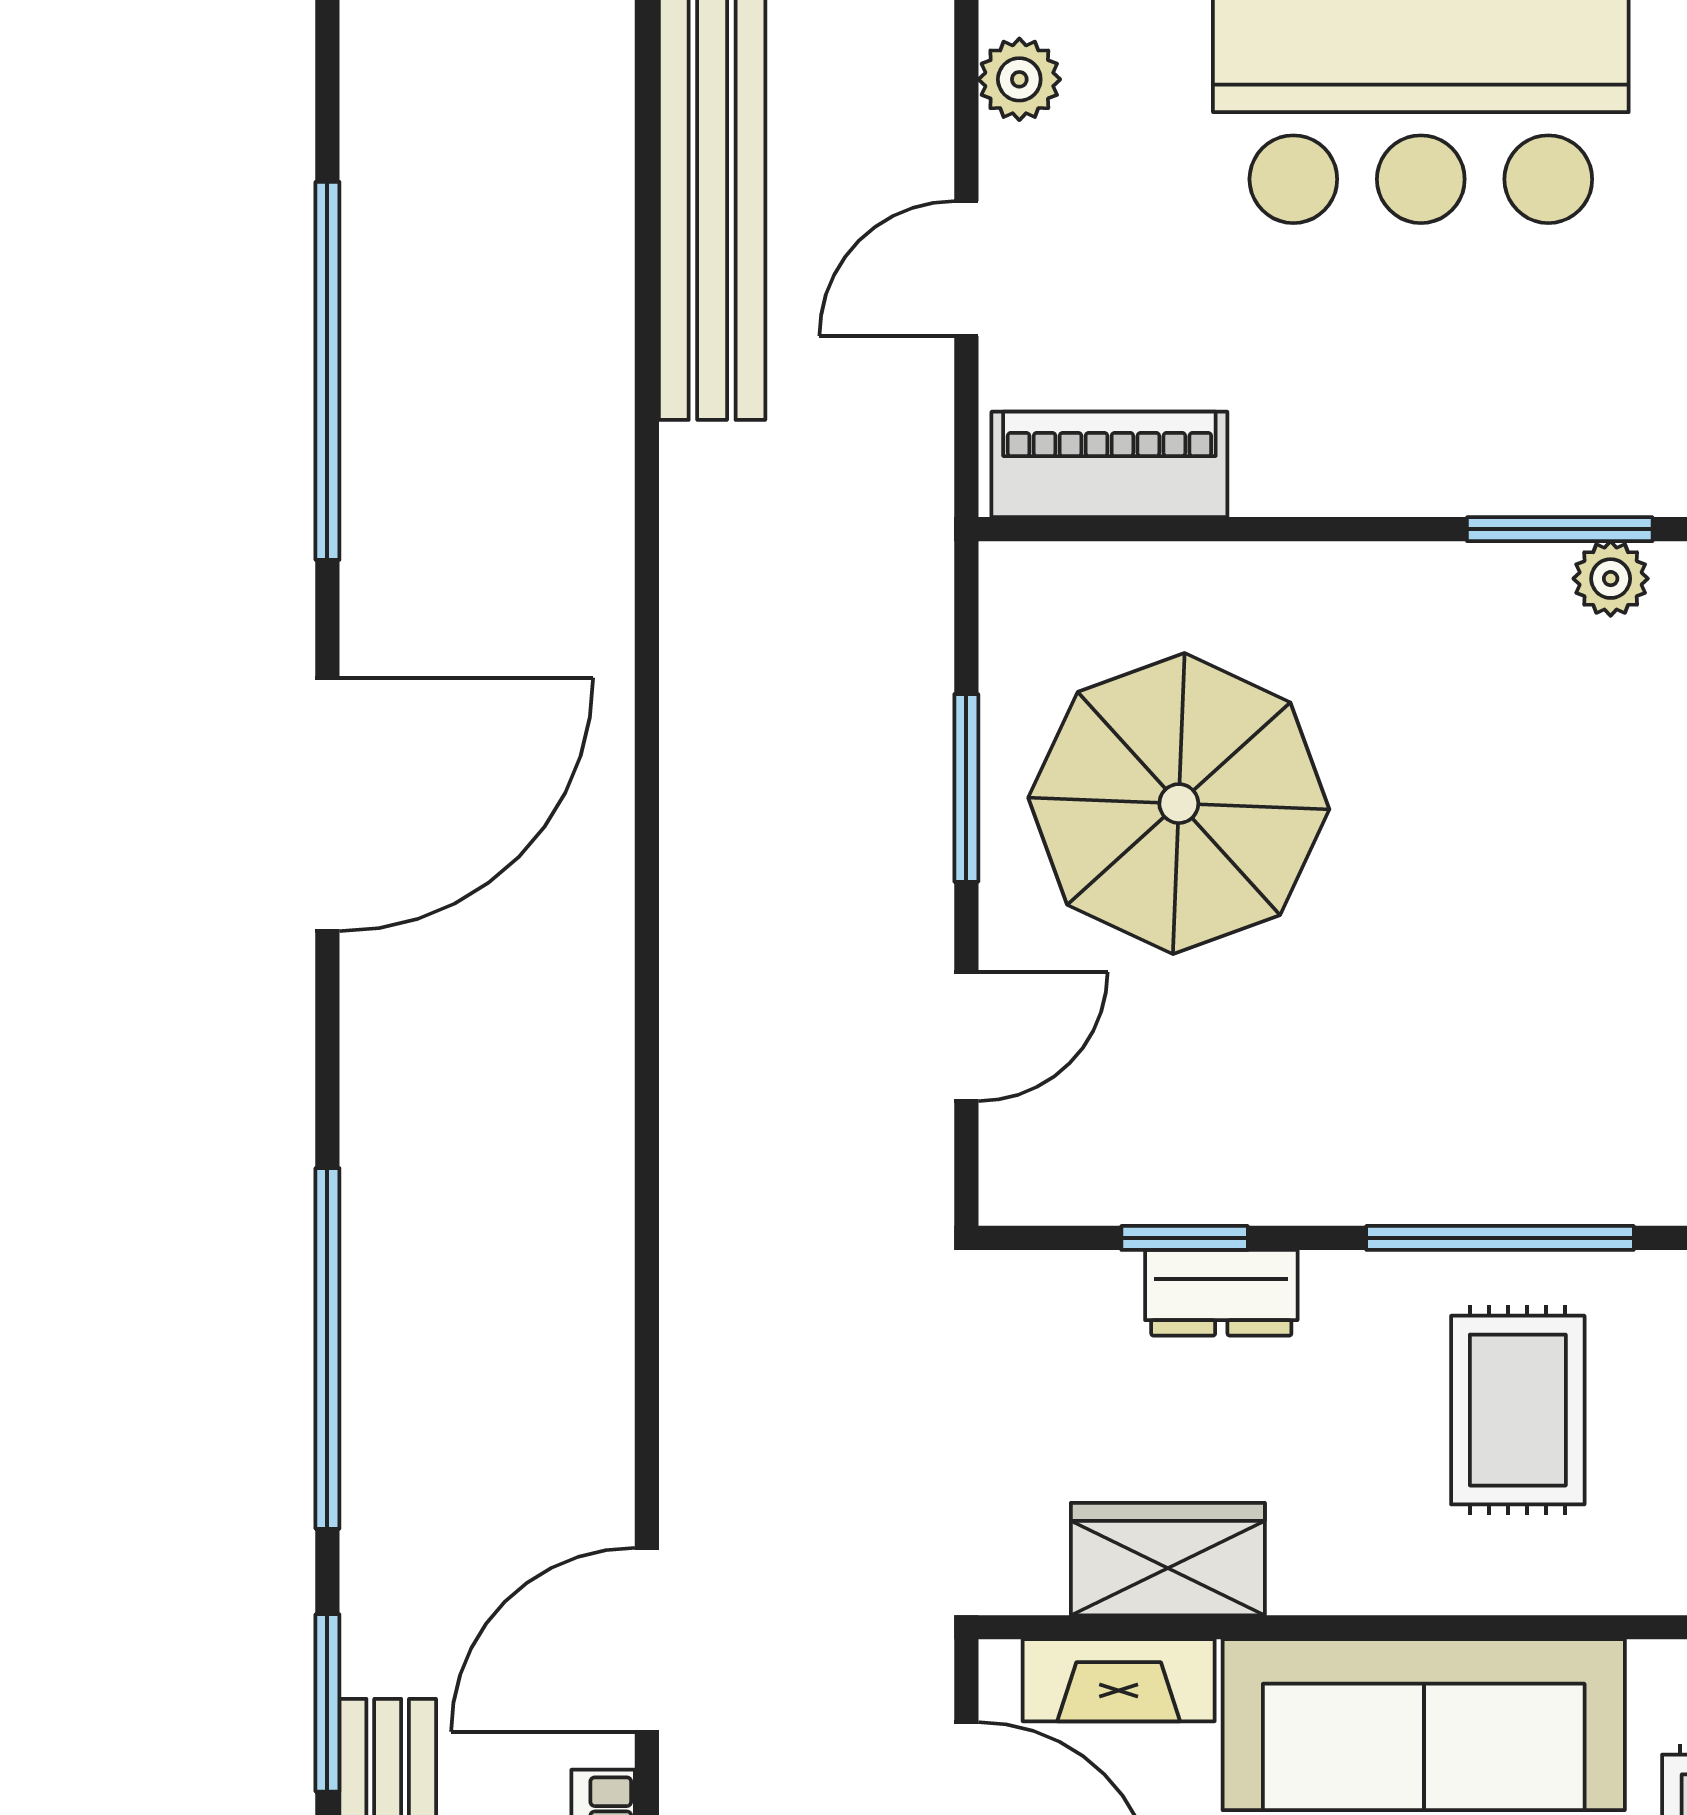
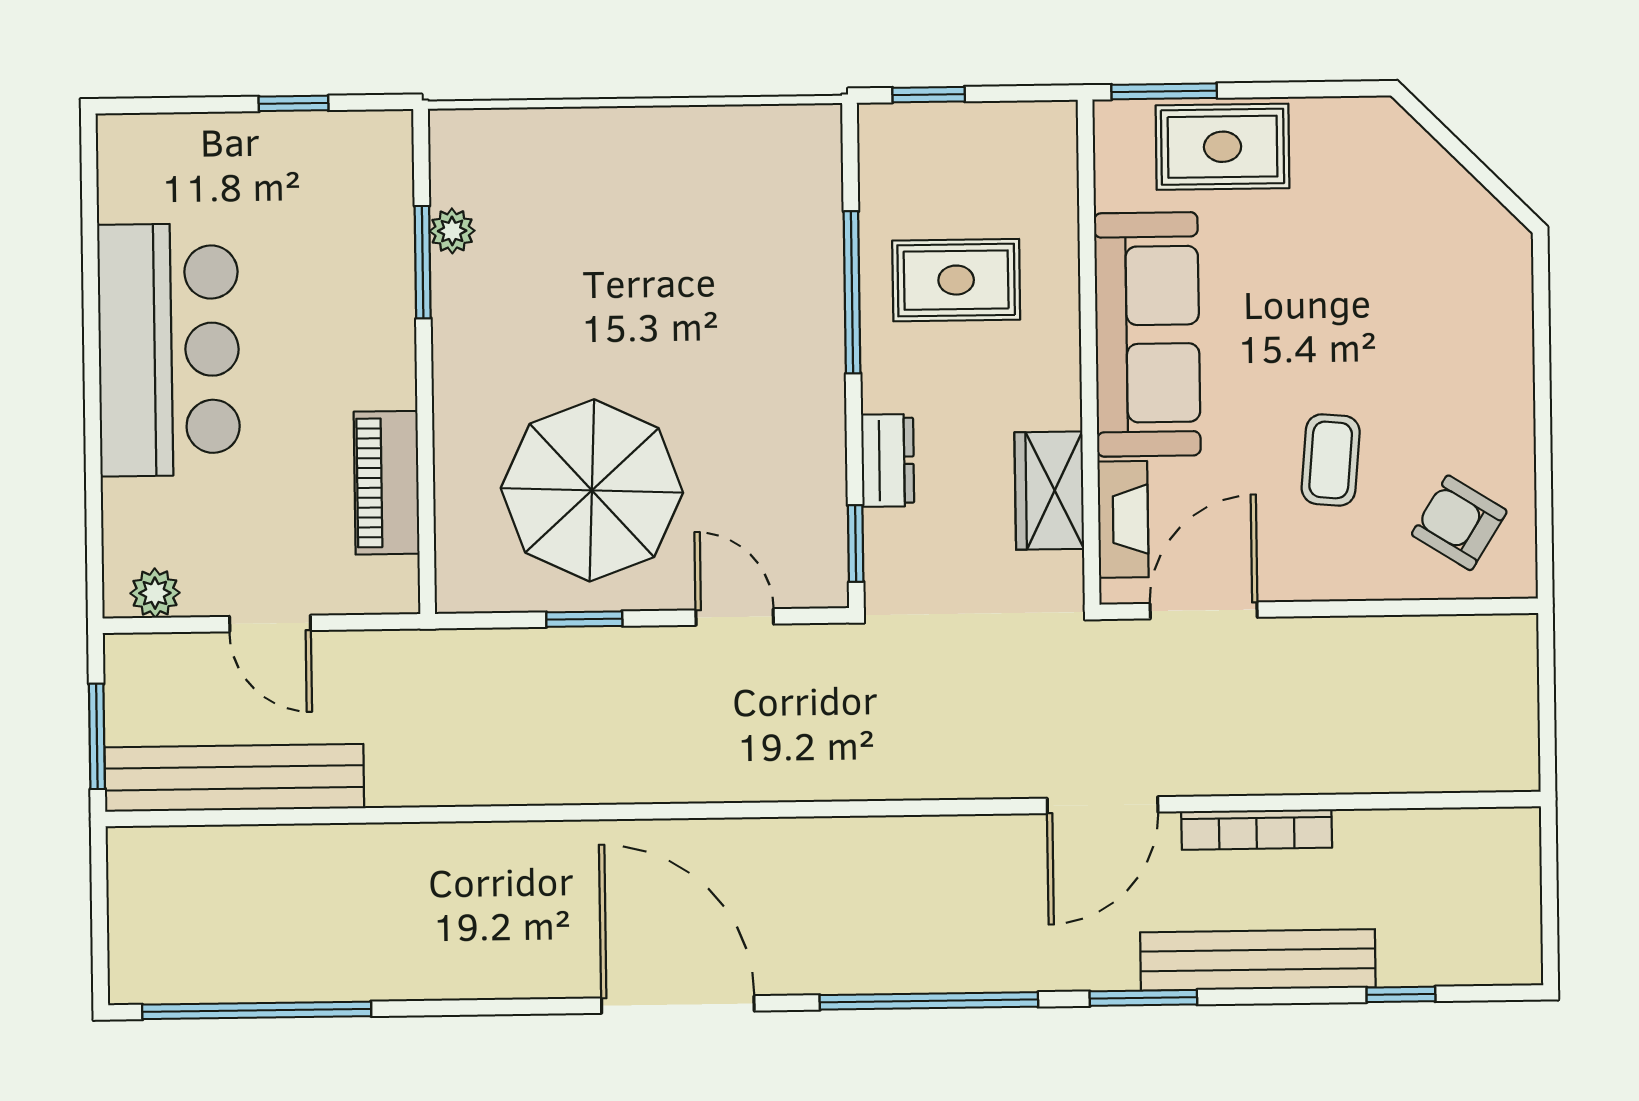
window: (327, 371) -> (257, 1010), moved
piano: (1109, 464) -> (387, 483), moved
window: (966, 788) -> (584, 619), width x0.67
door: (327, 804) -> (678, 1004), moved
window: (1185, 1238) -> (856, 544), moved
door: (647, 1640) -> (1103, 805), hinge flipped

